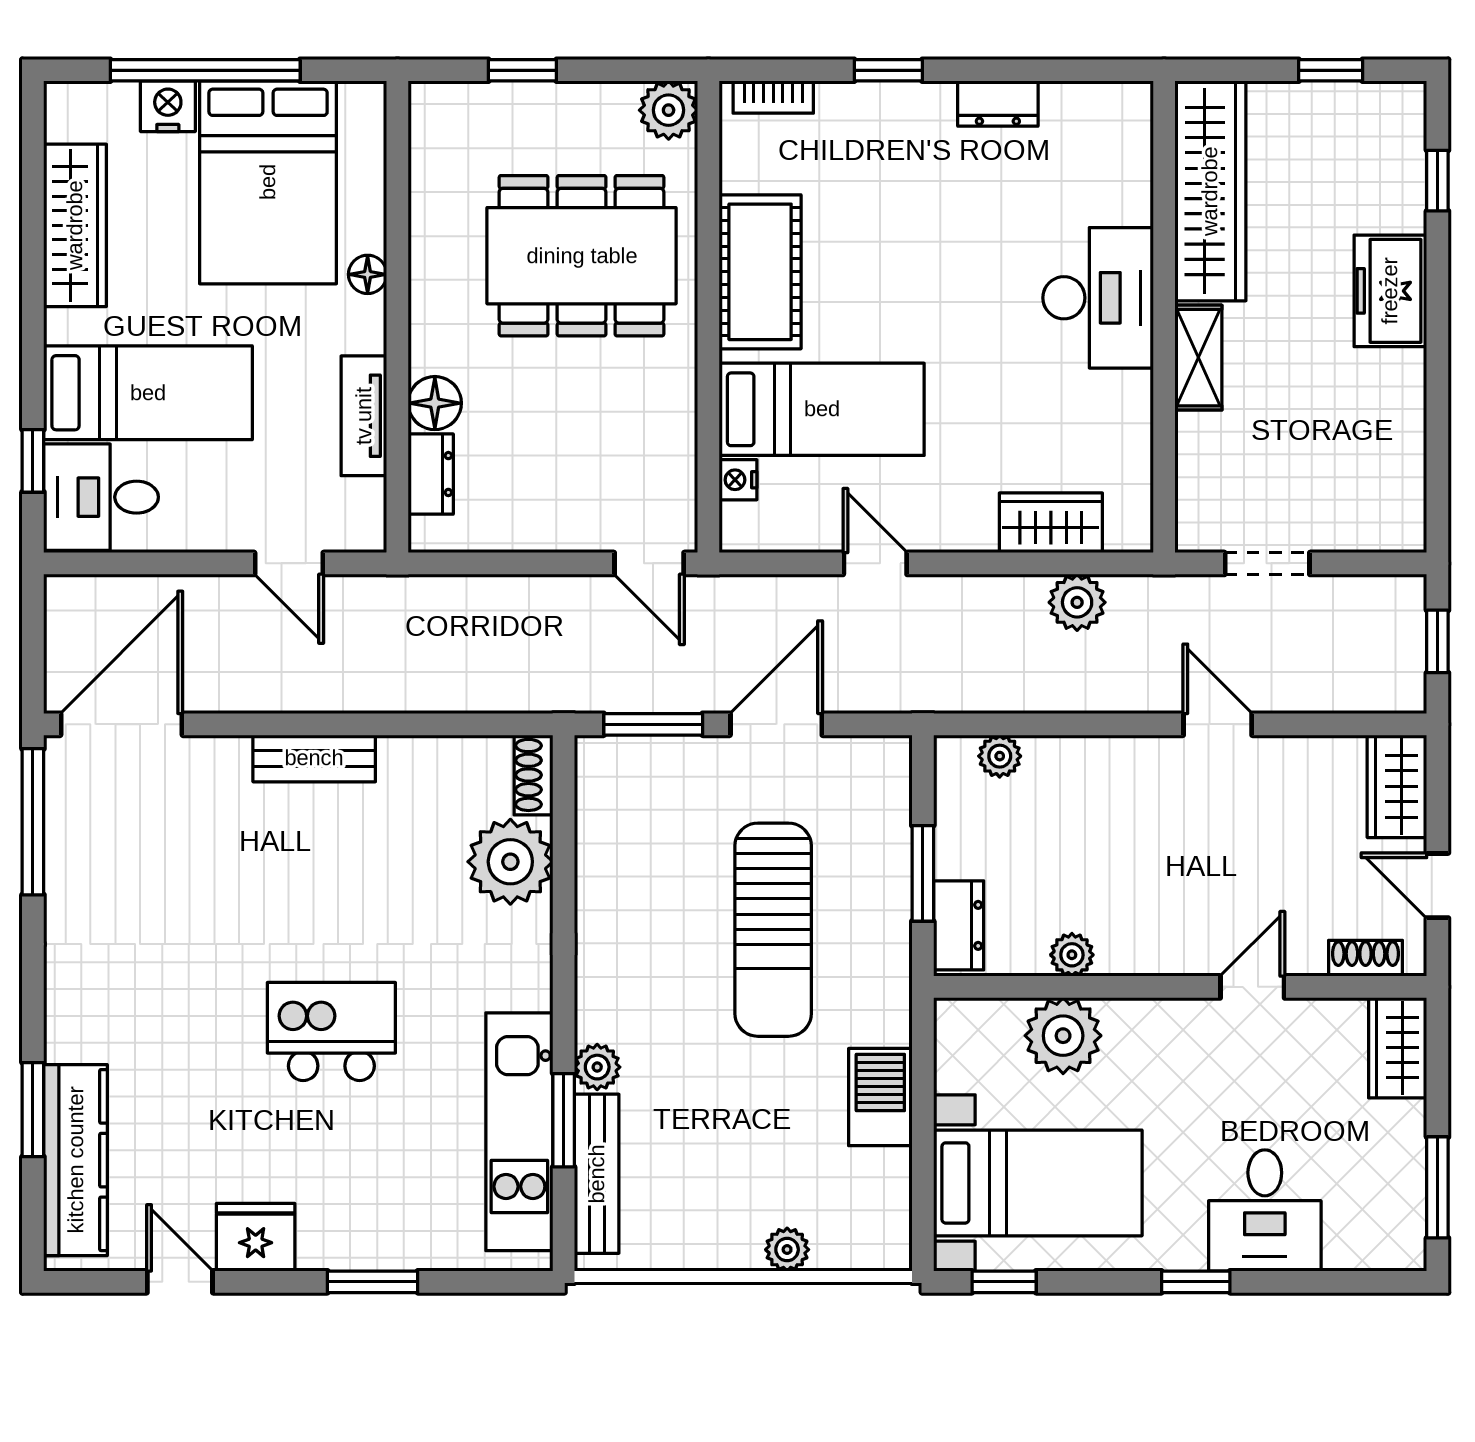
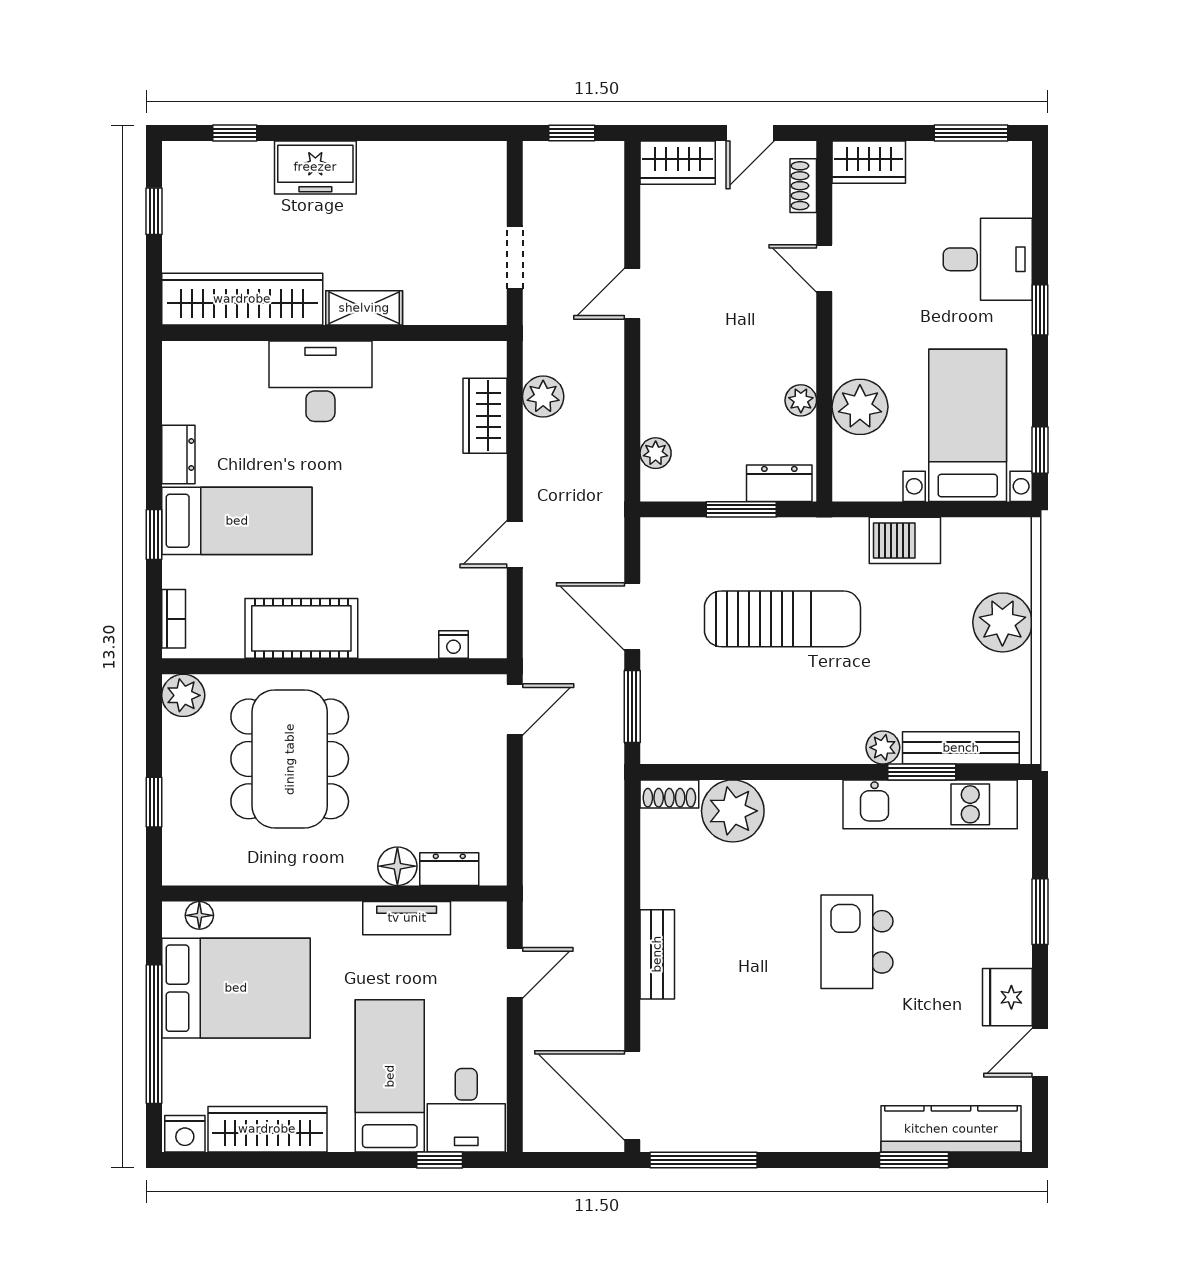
nightstand: (168, 106) -> (185, 1134), moved, turned -90
floor lamp: (368, 274) -> (199, 915), moved
bed: (822, 409) -> (237, 521), moved, turned 90
plant: (787, 1250) -> (1002, 622), width x1.87, depth x1.87

